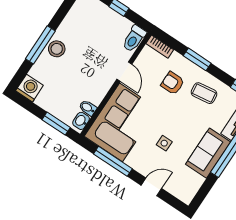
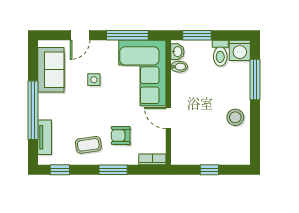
toilet: (134, 39) -> (220, 53), moved, turned 180
window: (40, 45) -> (255, 80), moved
stool: (57, 49) -> (235, 117), moved
armchair: (173, 83) -> (121, 136), turned 180
sofa: (208, 153) -> (51, 70), moved

